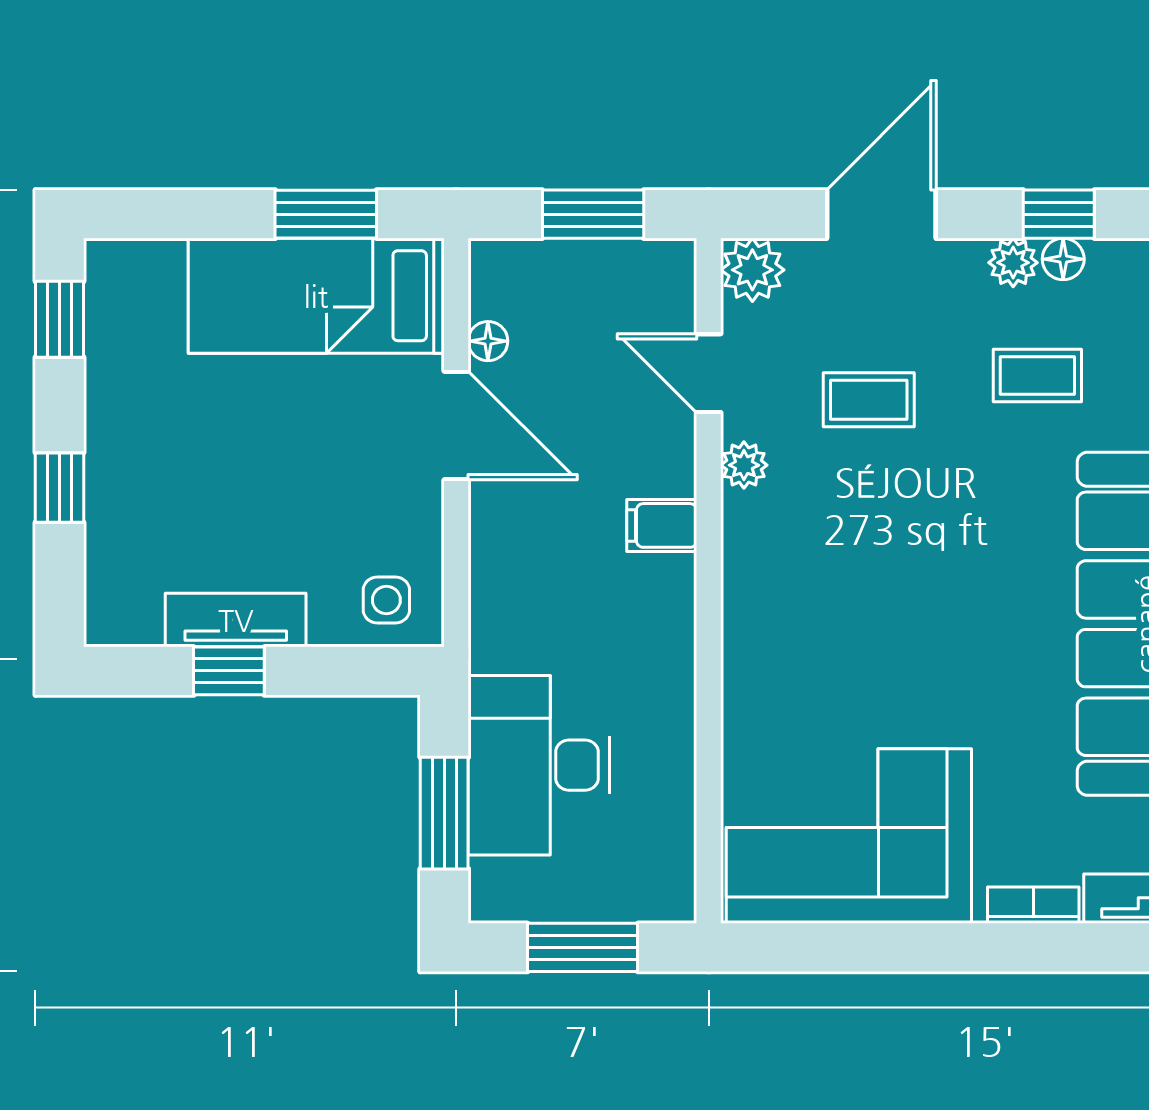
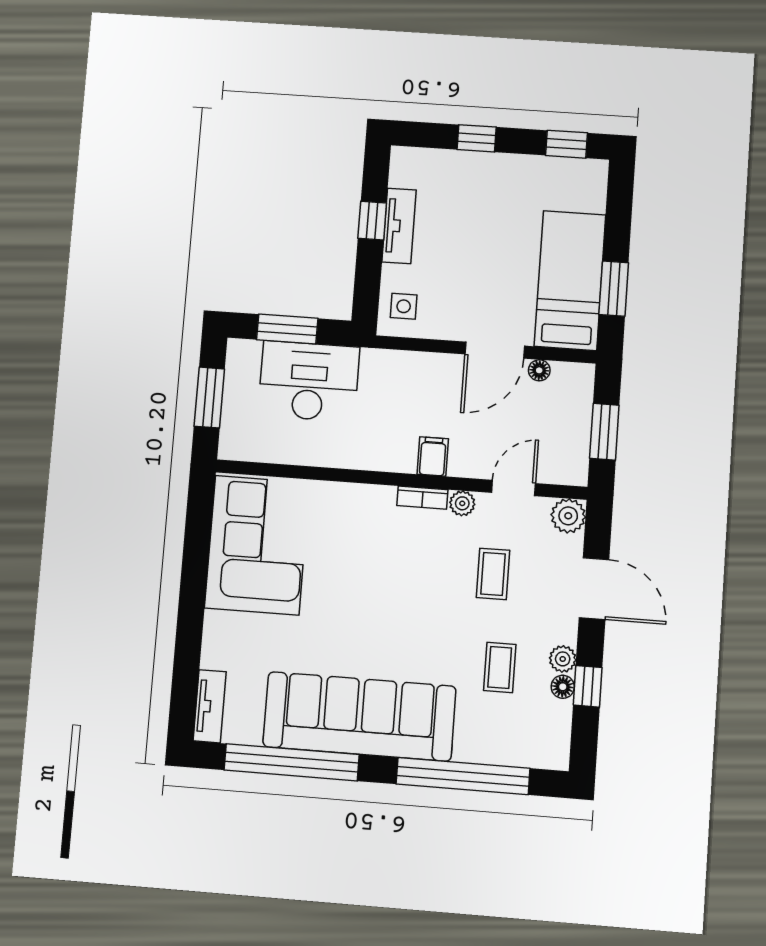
bookcase: (1033, 905) -> (422, 498), moved, turned 90

